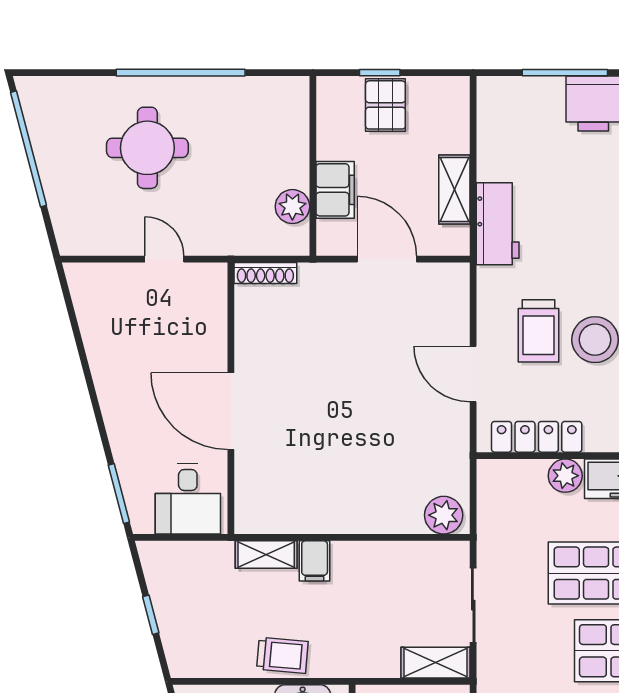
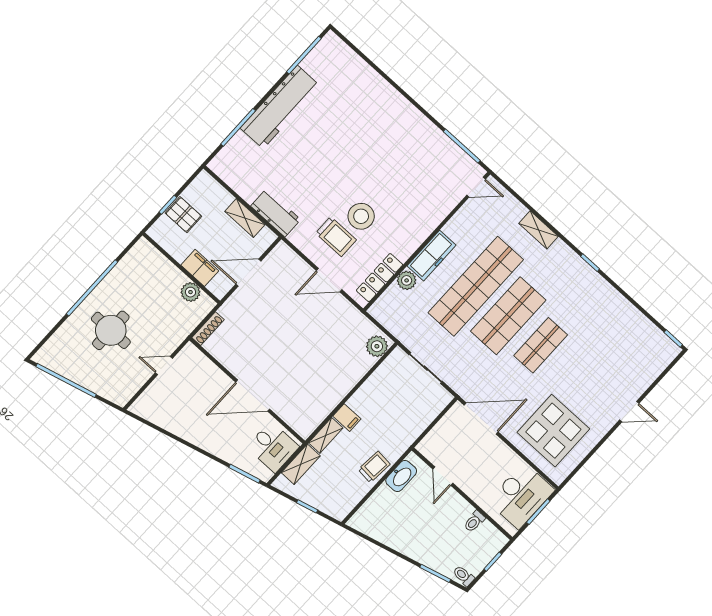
shelving: (435, 663) -> (301, 464), moved

